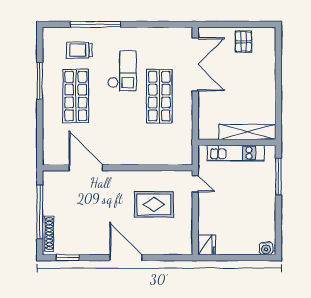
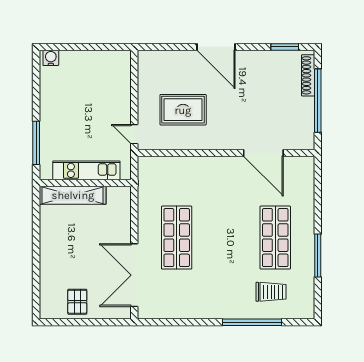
checkout: (122, 71) -> (221, 267), removed
fridge: (207, 245) -> (121, 62), removed

